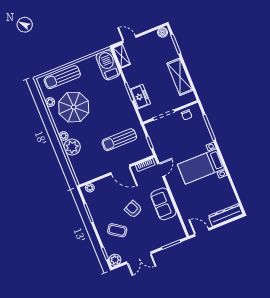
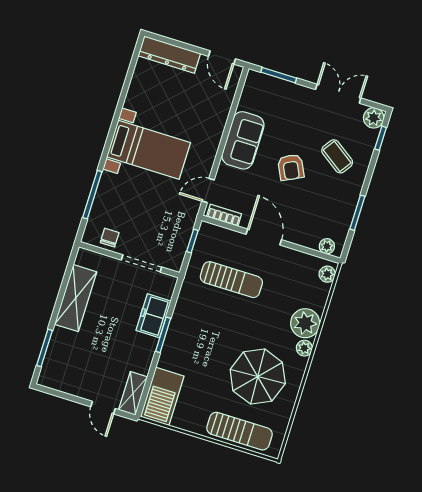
boiler: (162, 32) -> (50, 379), removed
plant: (50, 102) -> (327, 274), moved

